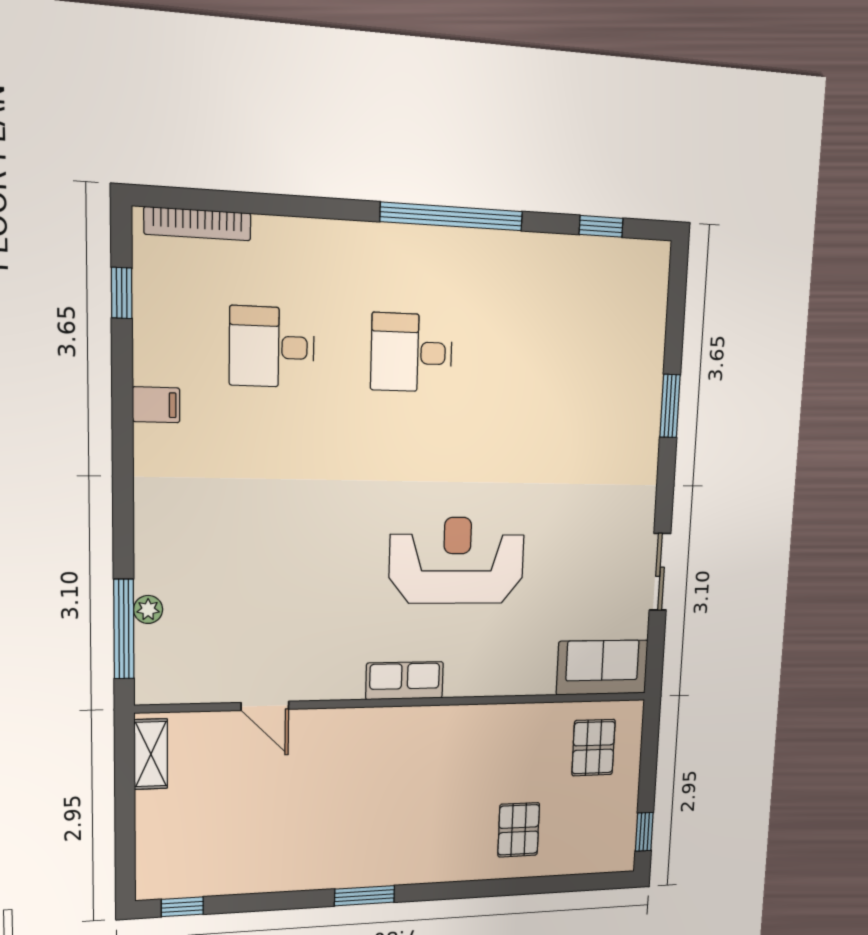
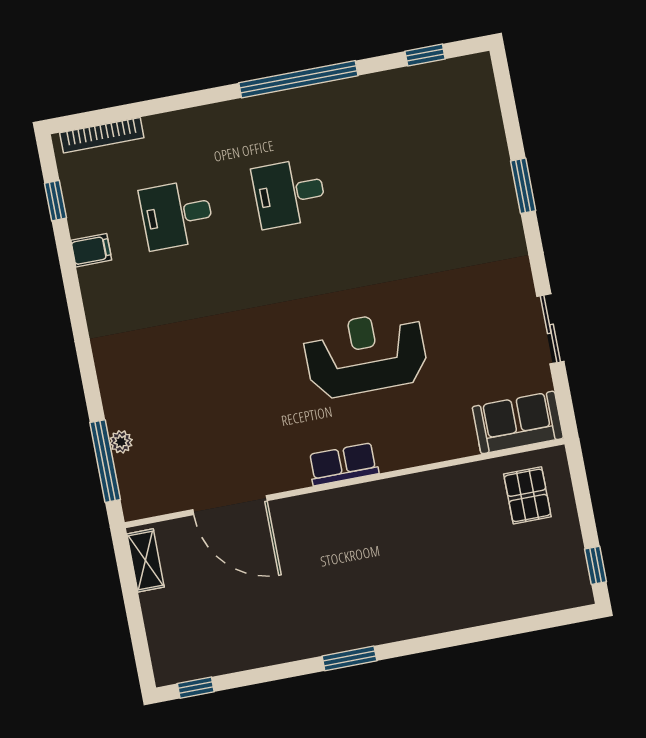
filing cabinet: (156, 405) -> (91, 250), moved
door: (265, 706) -> (230, 505), width x1.88
pallet: (519, 830) -> (476, 580), removed

